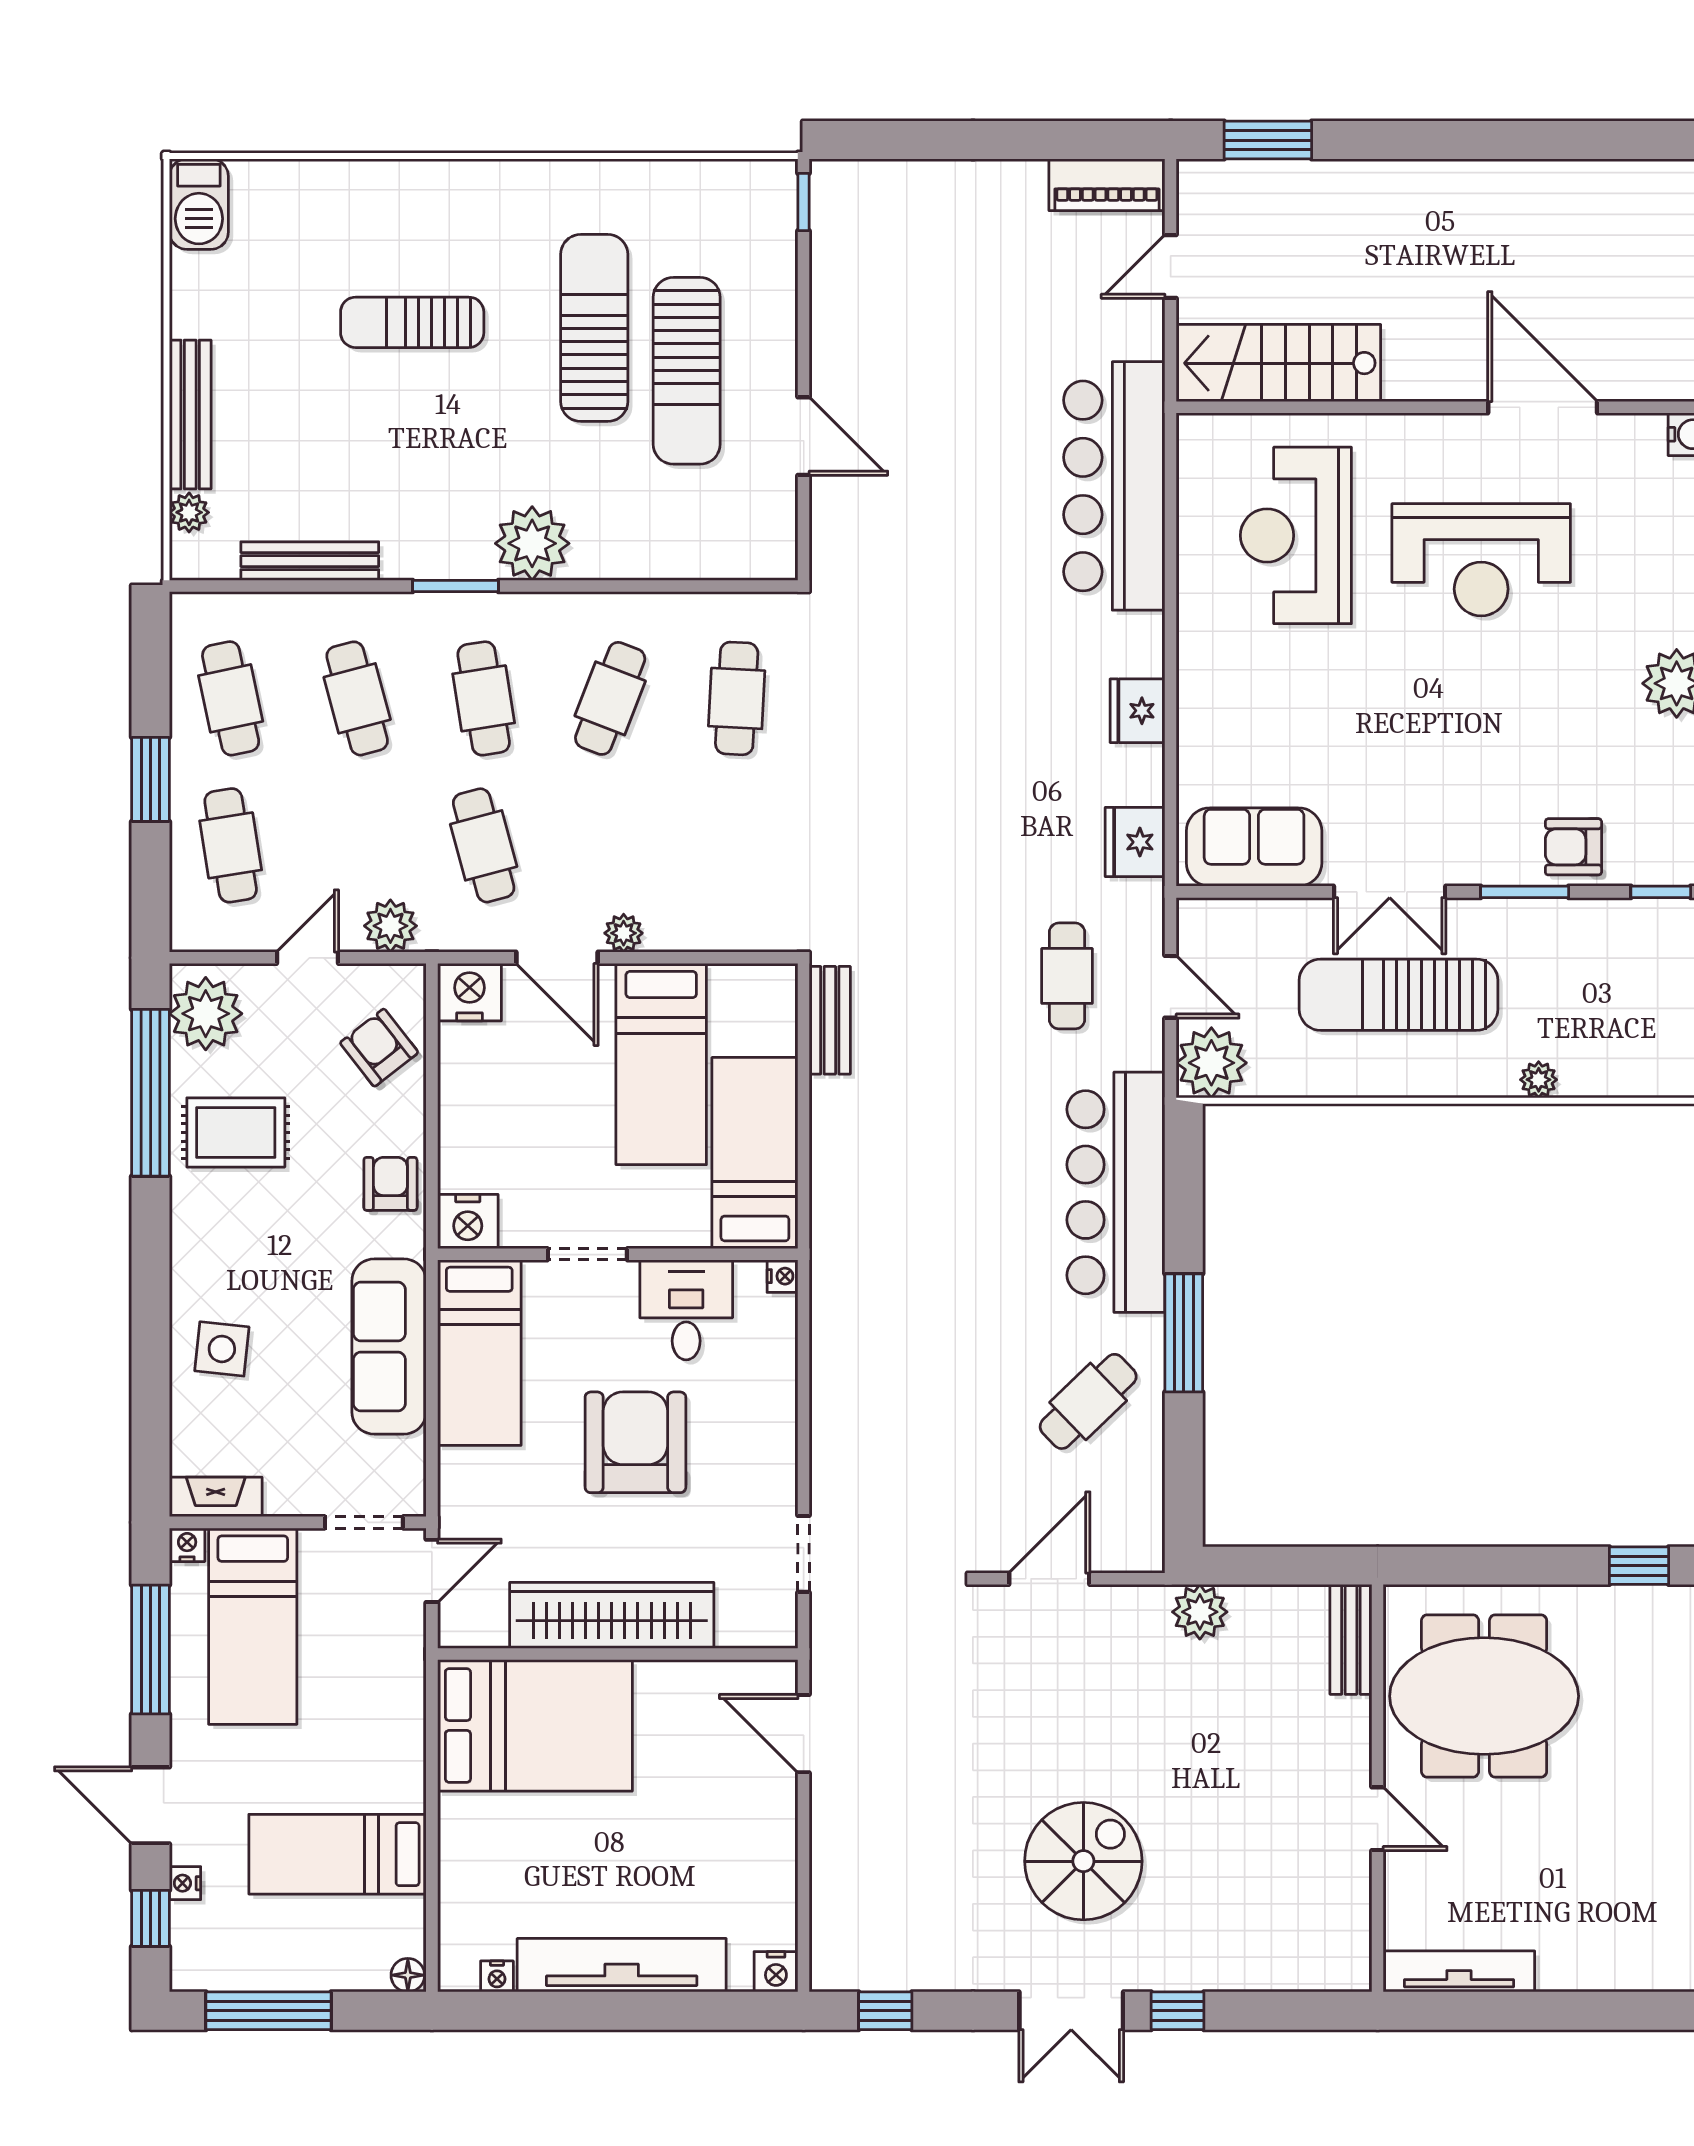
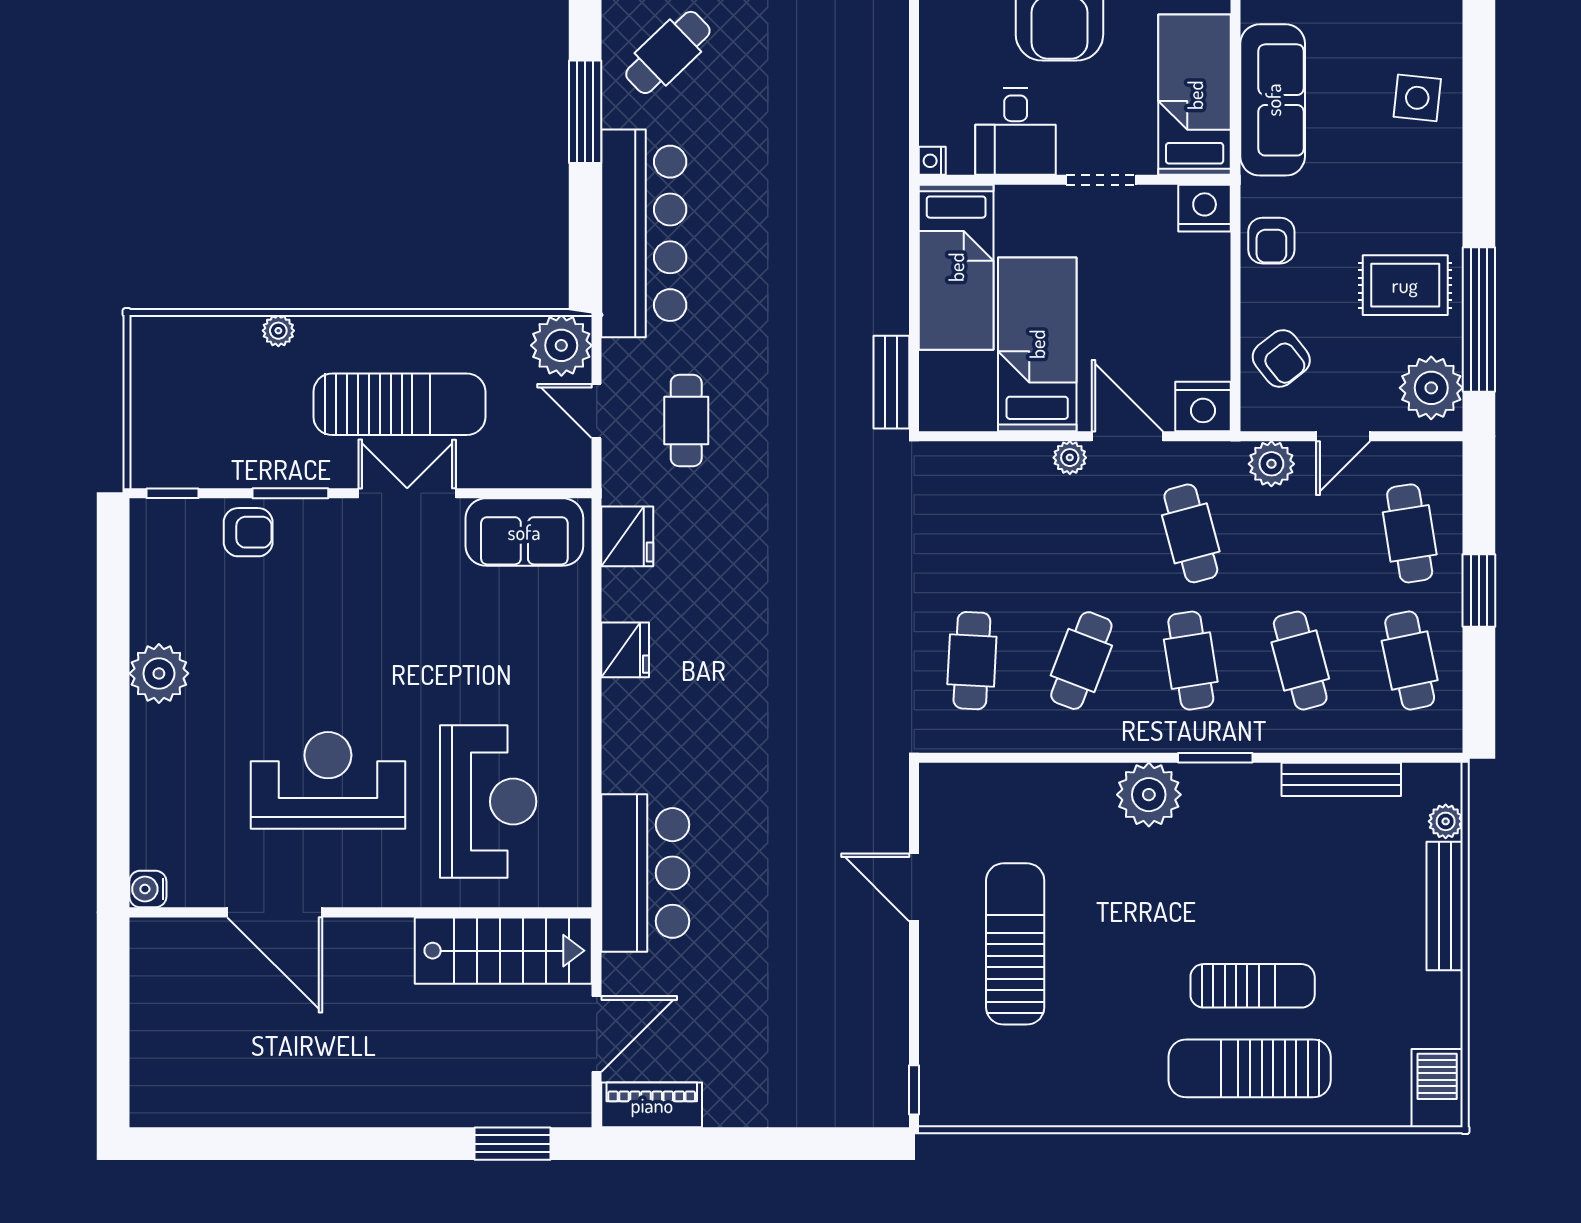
door: (1171, 267) -> (597, 1034), width x1.38
sun lounger: (594, 328) -> (1250, 1068), moved, turned 90
bar counter: (1114, 486) -> (645, 873), width x0.73

